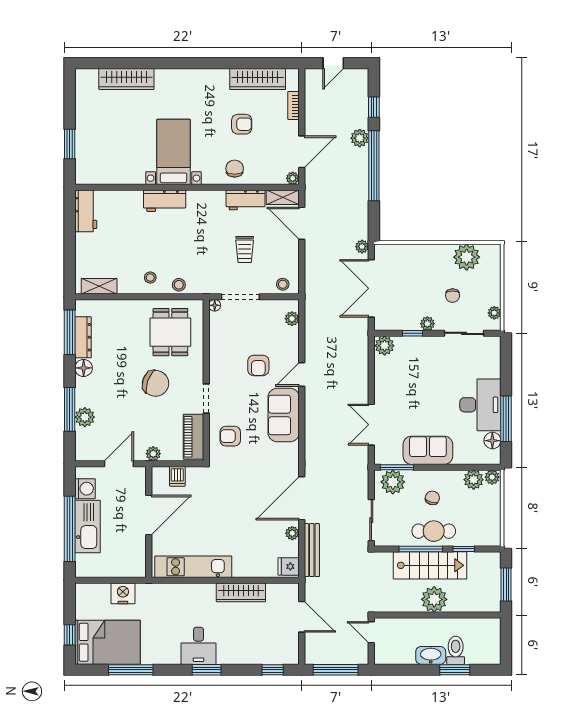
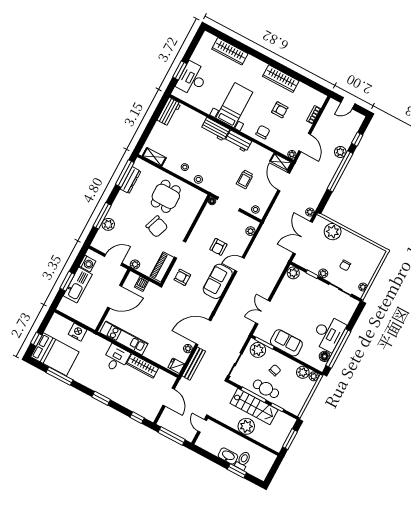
wardrobe: (258, 79) -> (281, 79), moved
desk: (94, 146) -> (192, 79), added
door: (302, 152) -> (305, 143), hinge flipped
workbench: (246, 200) -> (238, 141), moved
plant: (467, 257) -> (333, 232), moved
dining table: (170, 332) -> (166, 196), moved
floor lamp: (84, 368) -> (122, 197), removed
window: (506, 419) -> (338, 348), width x1.46
window: (70, 529) -> (67, 281), width x0.47
desk: (198, 646) -> (116, 358), moved, turned 180

